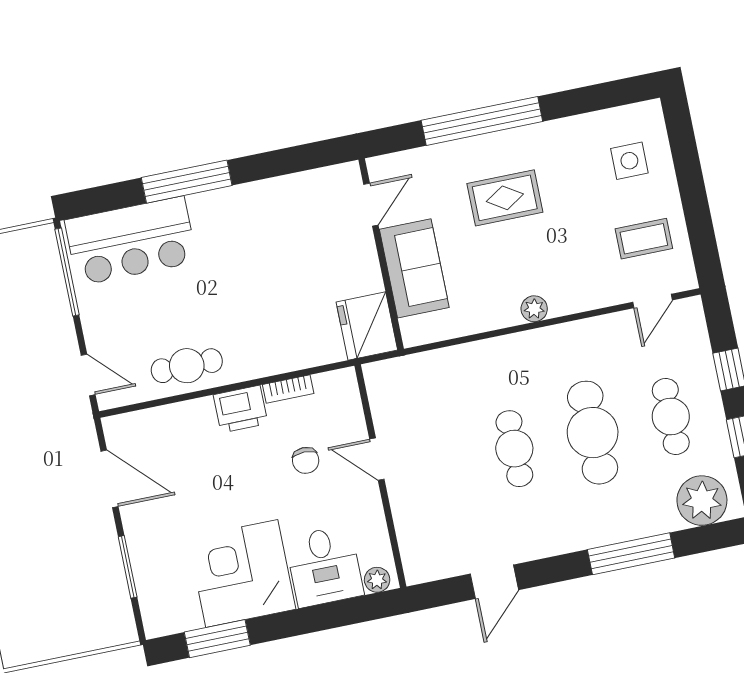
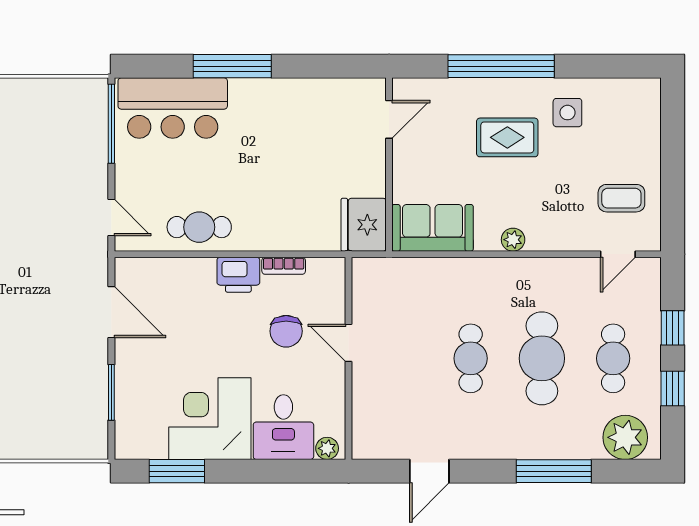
side table: (629, 161) -> (567, 113), moved
sofa: (414, 268) -> (433, 228), moved, turned -90
chair: (306, 460) -> (286, 331), width x1.37, depth x1.37

